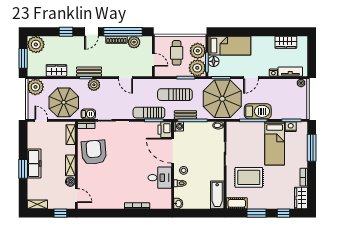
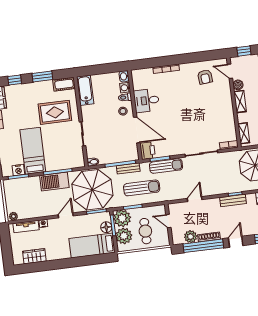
door: (126, 78) -> (195, 199), hinge flipped
plant: (94, 85) -> (226, 188), removed
barbecue: (88, 114) -> (228, 157), removed
washing machine: (179, 126) -> (125, 88), moved
armchair: (94, 152) -> (205, 77), moved, width x0.53, depth x0.53

